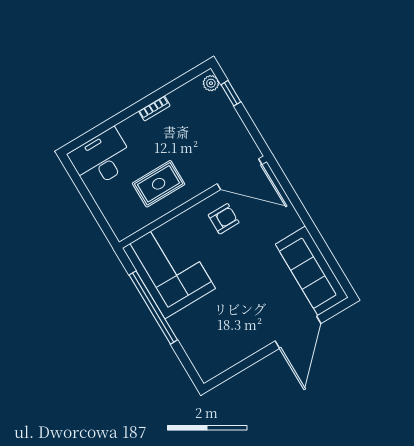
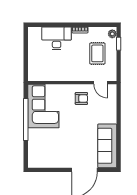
desk: (101, 159) -> (57, 38), moved
door: (240, 174) -> (101, 83), width x0.53
rug: (159, 184) -> (97, 53), moved, turned 90

